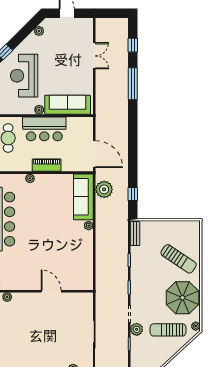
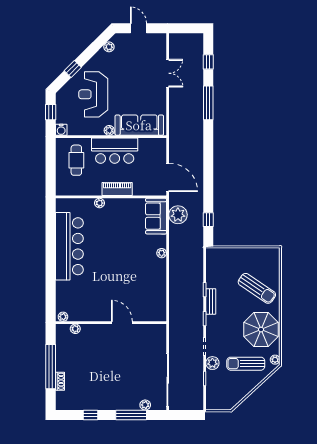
sofa: (83, 197) -> (156, 216), width x0.73
bench: (135, 234) -> (211, 301), moved

